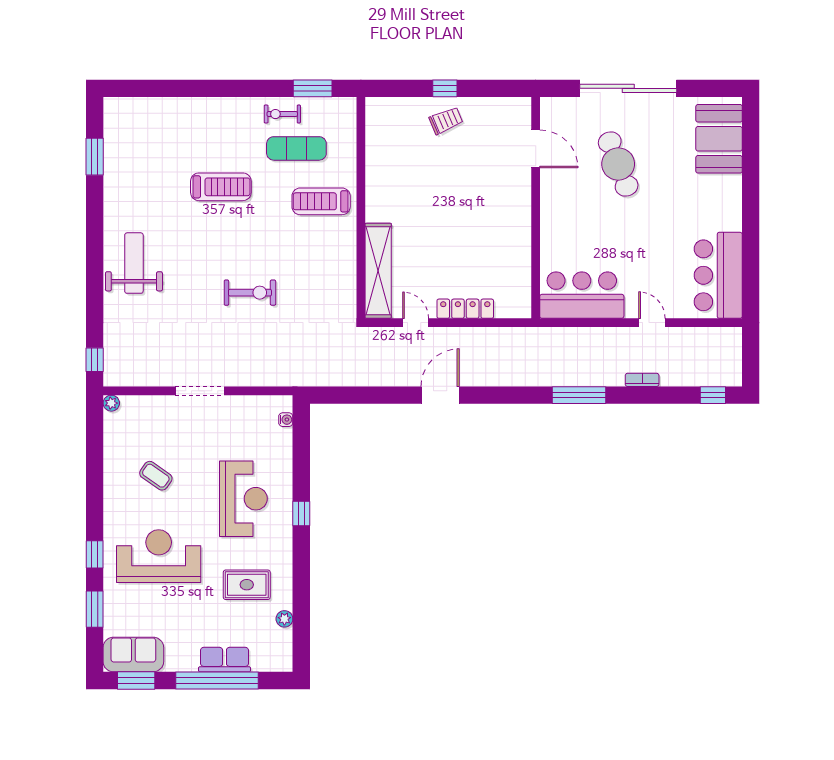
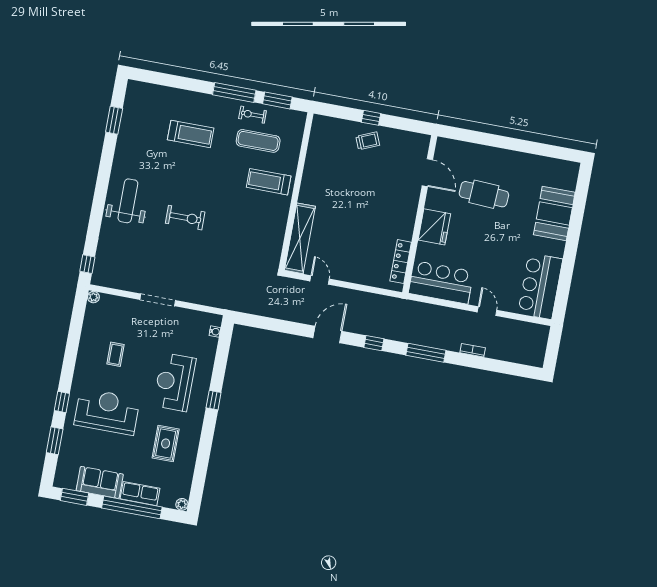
window: (252, 88) -> (234, 92), added
sliding door: (628, 88) -> (501, 142), removed
booth: (719, 139) -> (554, 213), moved
cafe table: (618, 164) -> (484, 194), turned -66
treadmill: (221, 187) -> (191, 134), moved
fridge: (559, 221) -> (434, 227), added
exercise bike: (250, 293) -> (185, 218), moved
locker: (465, 309) -> (401, 262), moved, turned -90
window: (713, 395) -> (374, 343), moved
coffee table: (156, 476) -> (115, 354), turned 55
reception desk: (243, 499) -> (174, 382), turned 180
rug: (247, 585) -> (166, 443), turned 90
plant: (284, 619) -> (182, 504), moved
sofa: (133, 655) -> (100, 482), moved

